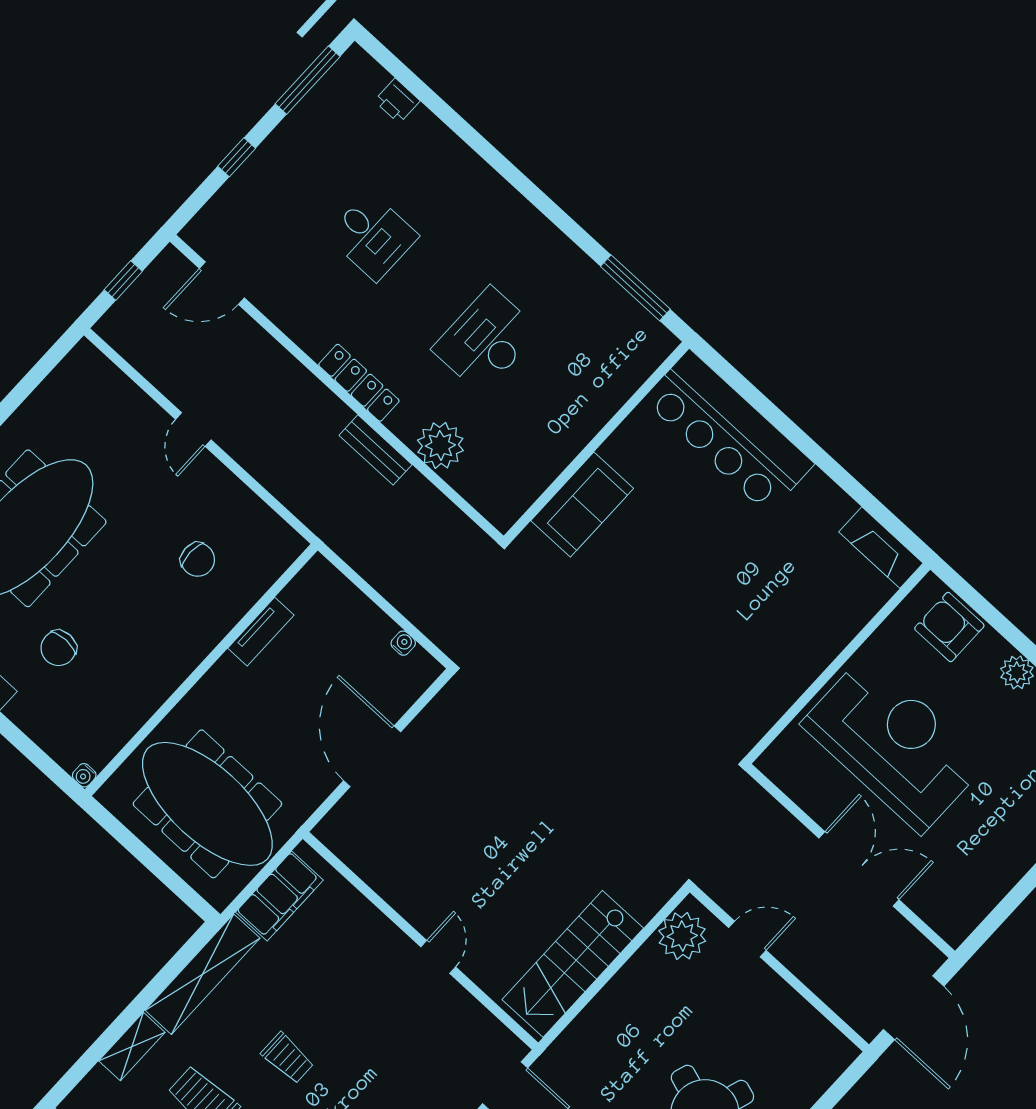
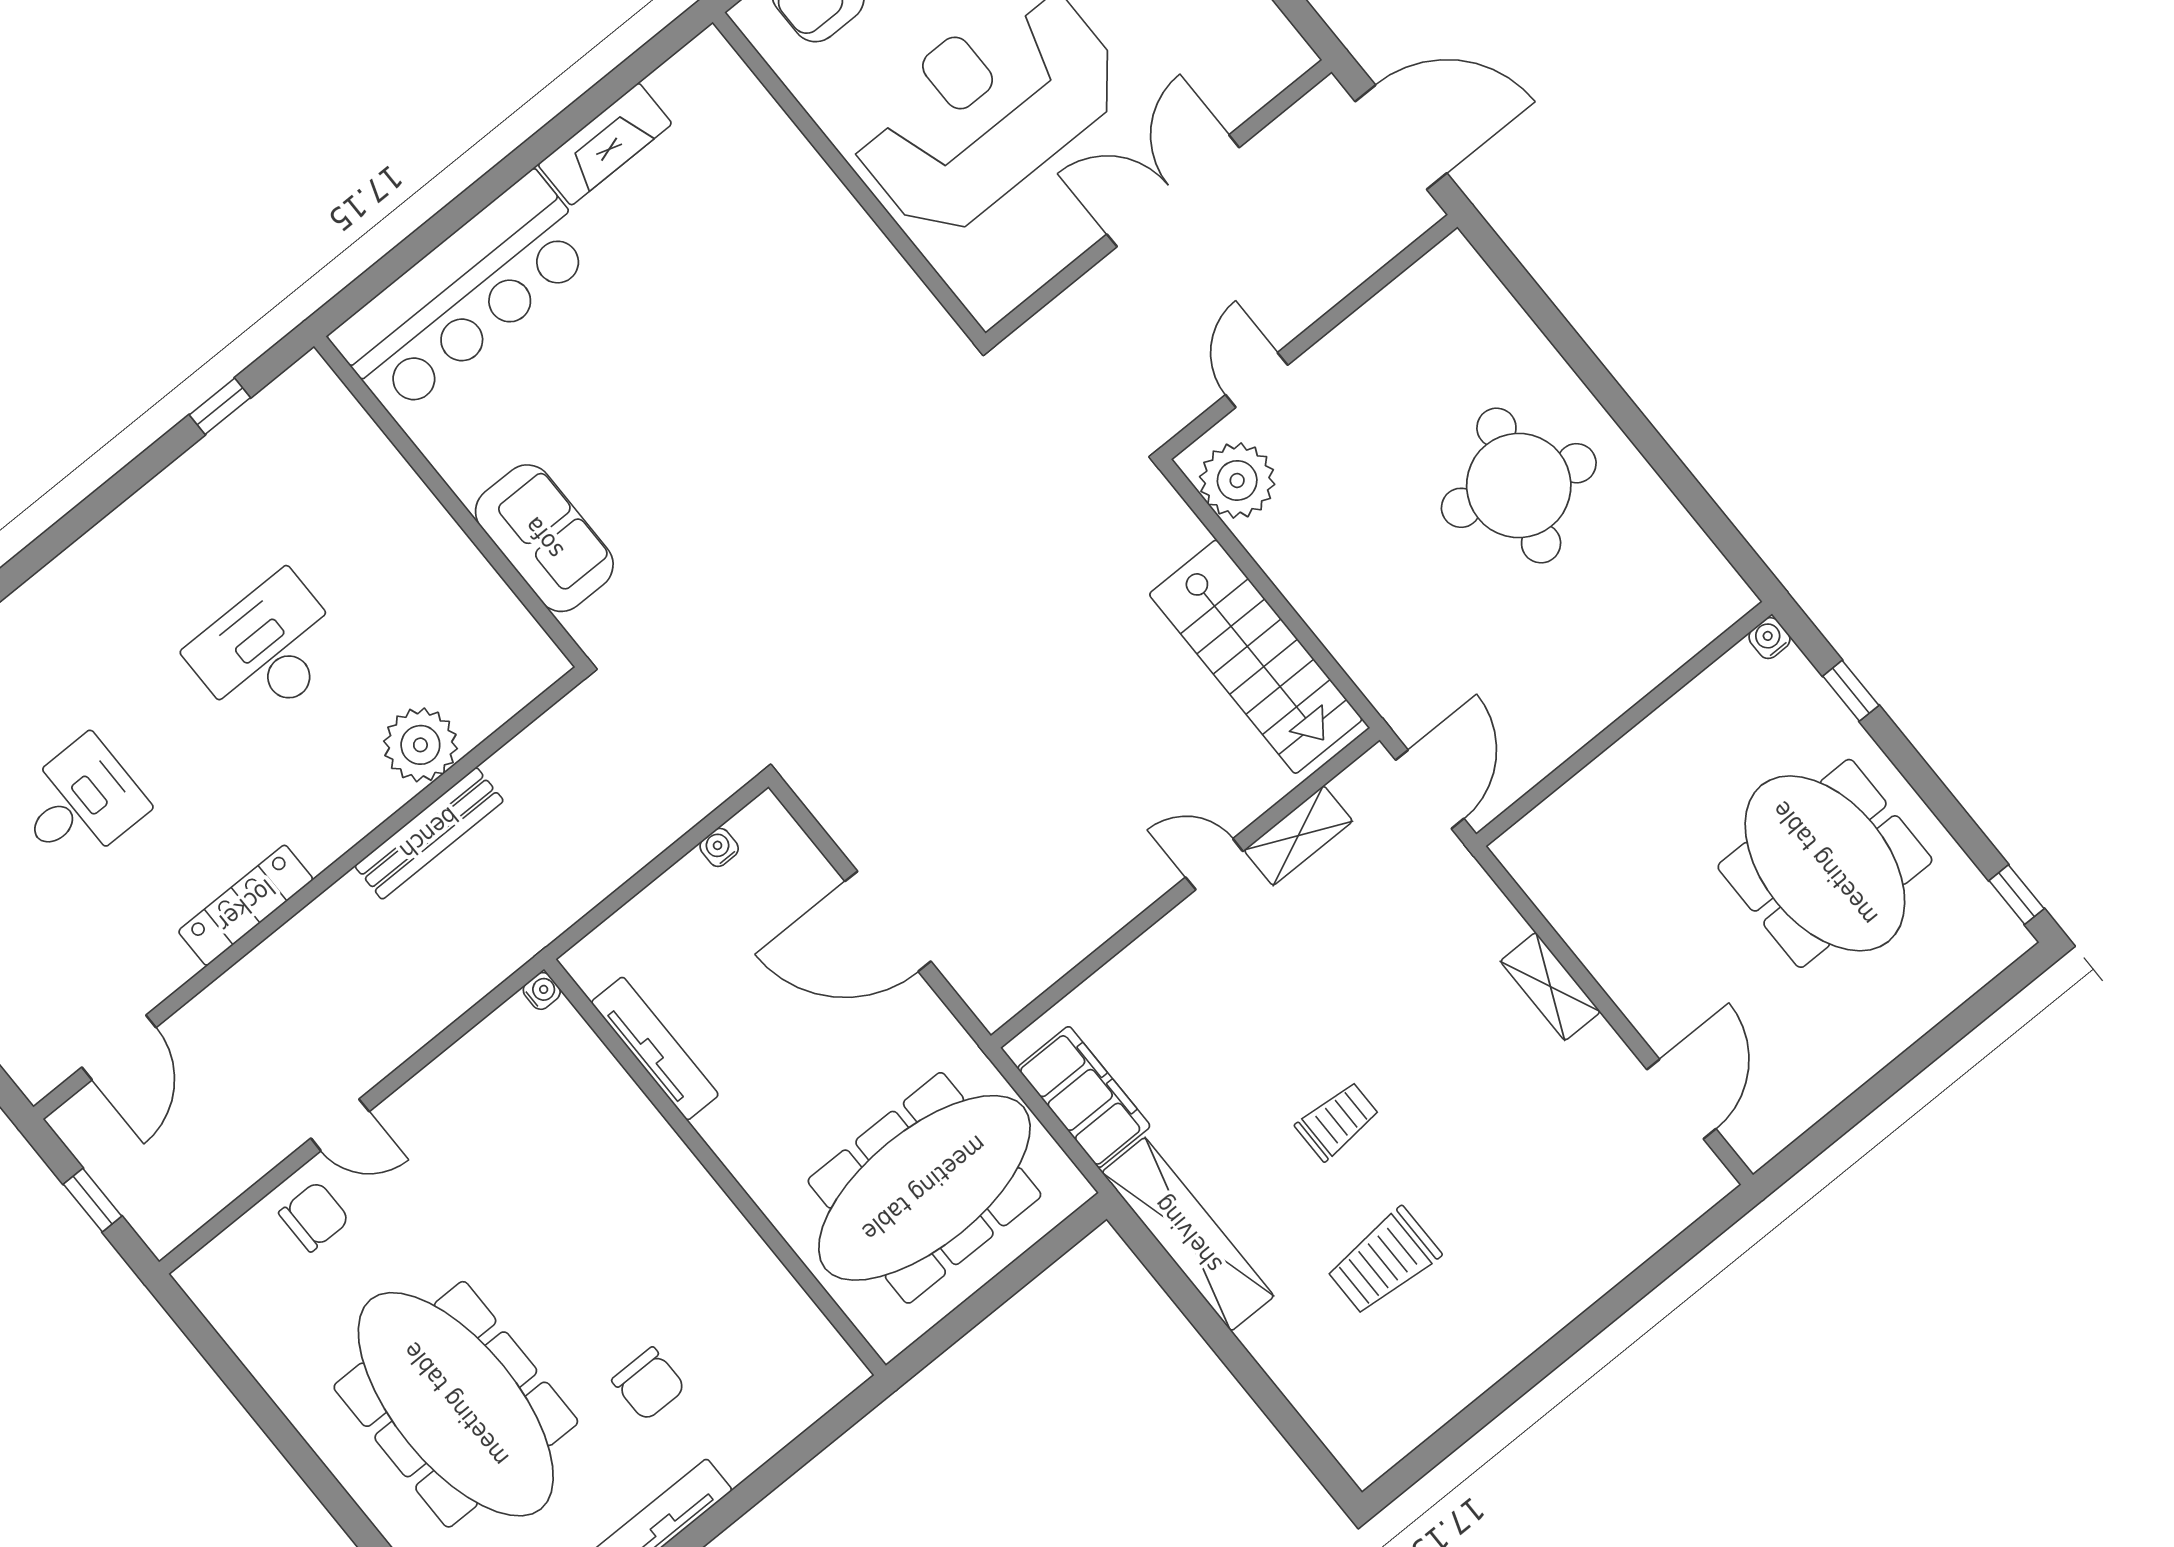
window: (635, 288) -> (220, 406), width x0.46
desk: (486, 340) -> (267, 650), turned 90
locker: (359, 383) -> (246, 905), moved
bench: (376, 450) -> (429, 833), width x1.36
fireplace: (881, 548) -> (605, 144), moved
chair: (198, 560) -> (314, 1216), moved
tv unit: (261, 632) -> (655, 1049), width x1.41
water cooler: (84, 775) -> (542, 991), moved, turned -90
shelving: (132, 1047) -> (1298, 836), moved, turned 90

